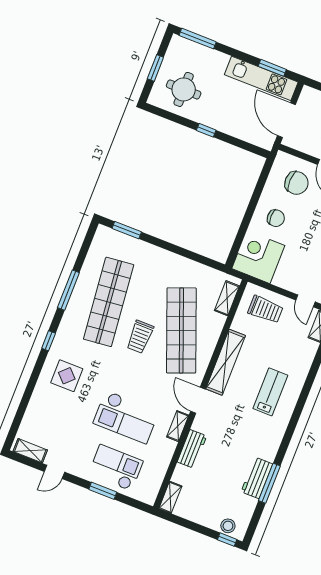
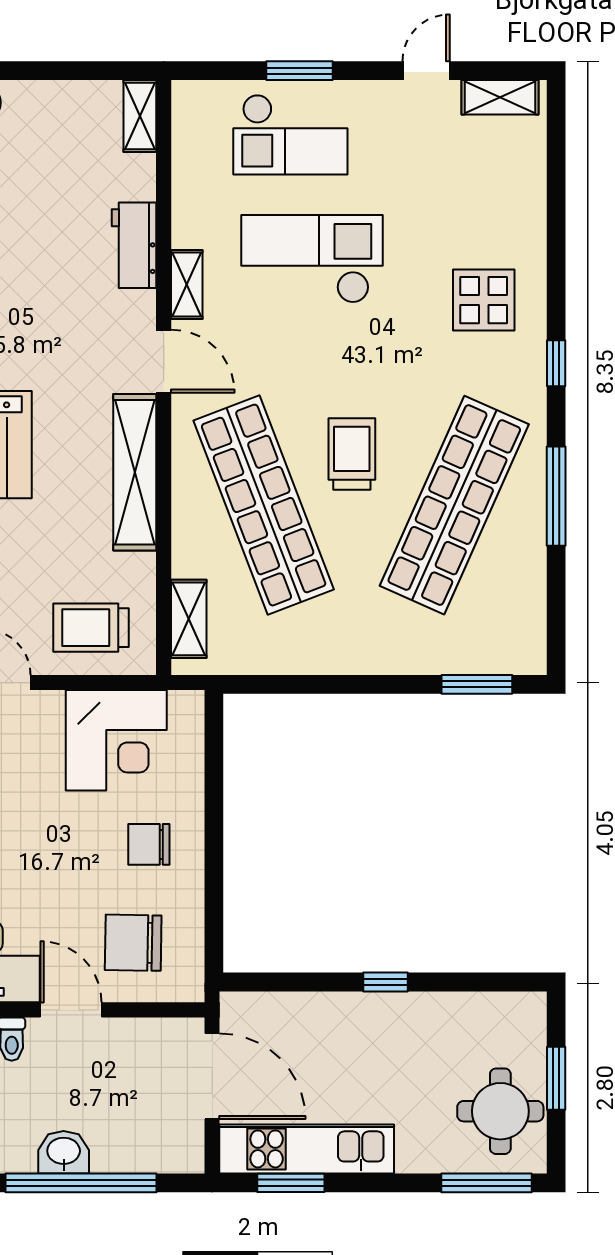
round table: (184, 89) -> (500, 1111), moved
corner desk: (258, 257) -> (116, 740), moved
shop shelf: (109, 302) -> (454, 505), turned 30

